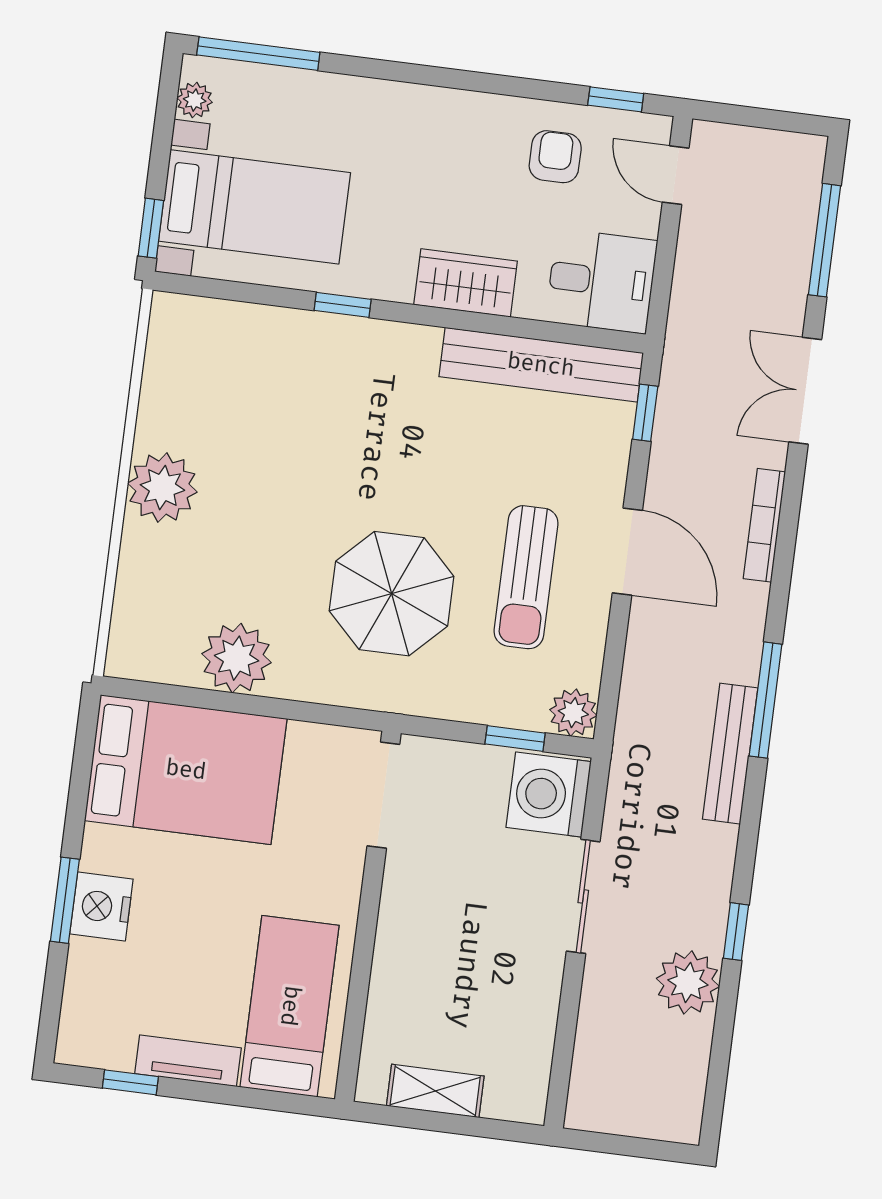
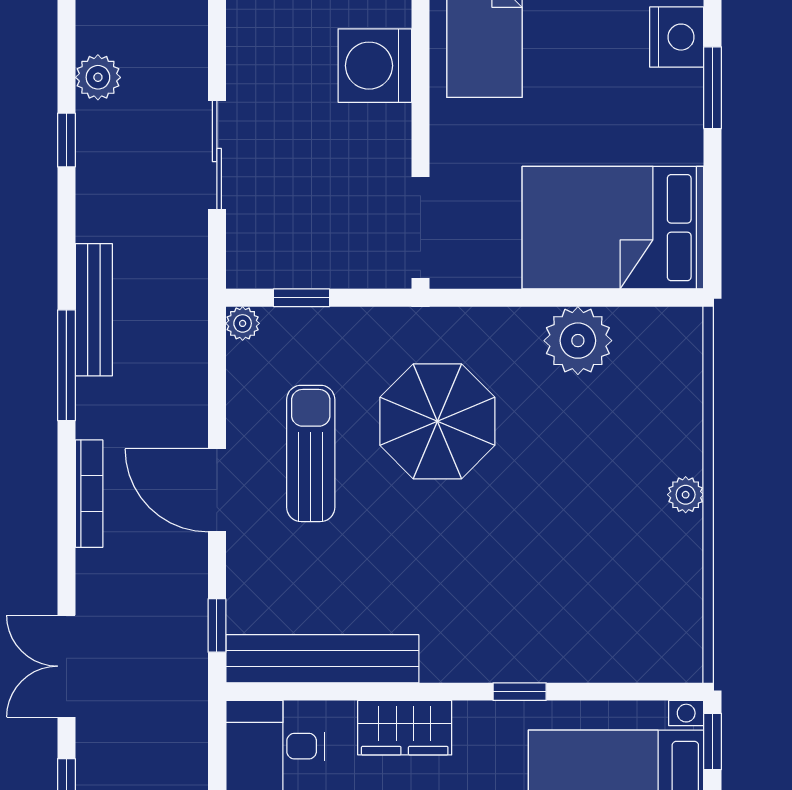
double door: (805, 391) -> (66, 666), swing flipped
plant: (162, 488) -> (686, 495), width x0.53, depth x0.53
bookcase: (764, 525) -> (89, 494), moved
plant: (573, 713) -> (243, 323), width x0.73, depth x0.73
washing machine: (549, 795) -> (375, 66), moved, turned 180
nightstand: (101, 907) -> (677, 37), moved
plant: (688, 982) -> (98, 77), width x0.73, depth x0.73

